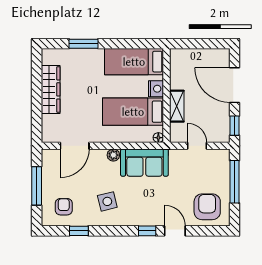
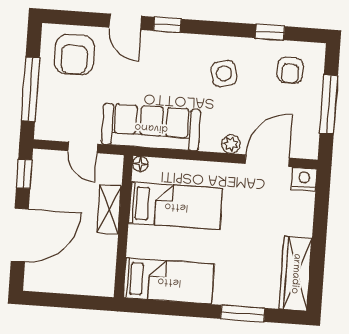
door: (235, 85) -> (20, 235), hinge flipped
wardrobe: (51, 89) -> (295, 274), moved
nightstand: (156, 89) -> (304, 179), moved, turned 90
plant: (113, 155) -> (231, 144), moved
sofa: (144, 163) -> (151, 127), width x1.36

